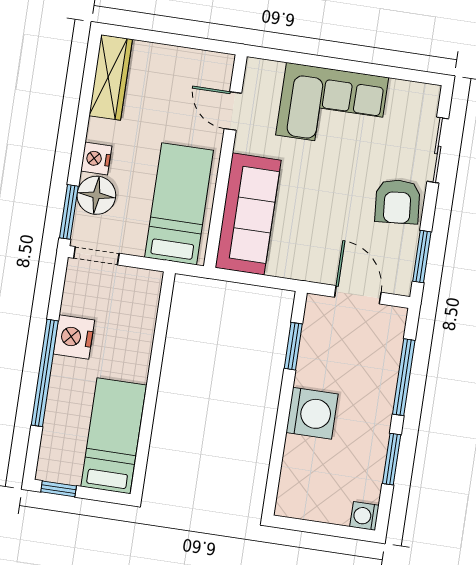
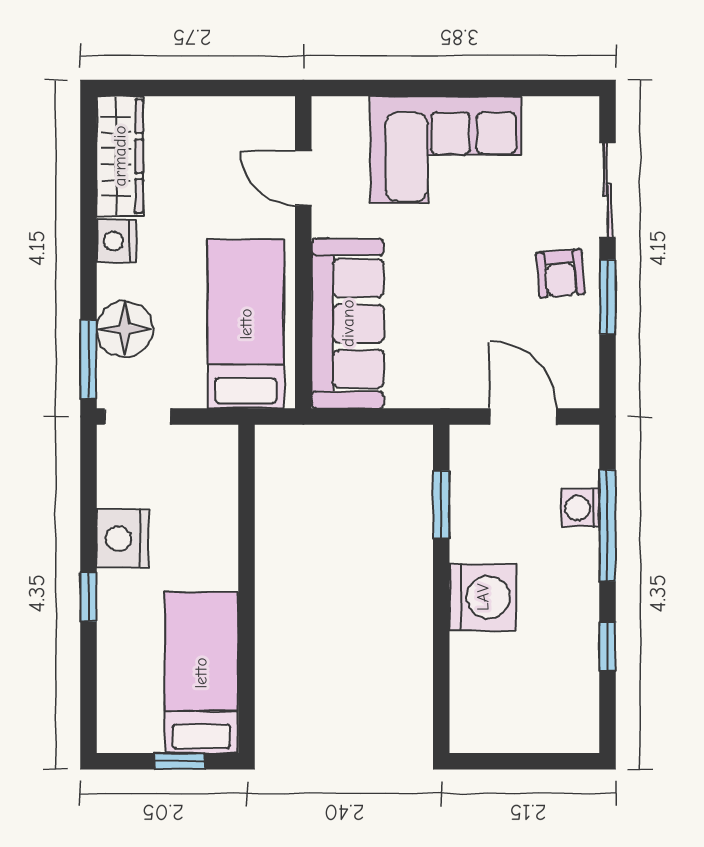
nightstand: (96, 159) -> (116, 241), moved
armchair: (397, 202) -> (560, 273), width x0.72, depth x0.72
window: (422, 257) -> (607, 297), moved
window: (45, 373) -> (88, 597), width x0.32
window: (392, 459) -> (607, 646), width x0.67
window: (59, 489) -> (180, 761), moved
washing machine: (364, 516) -> (581, 508), moved

